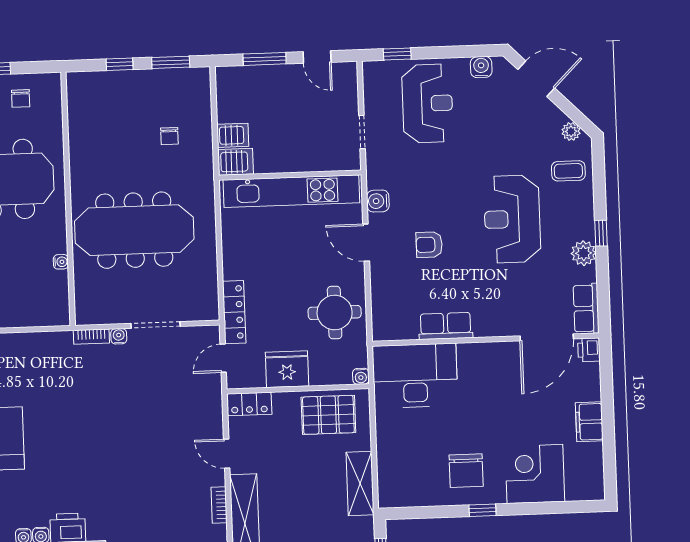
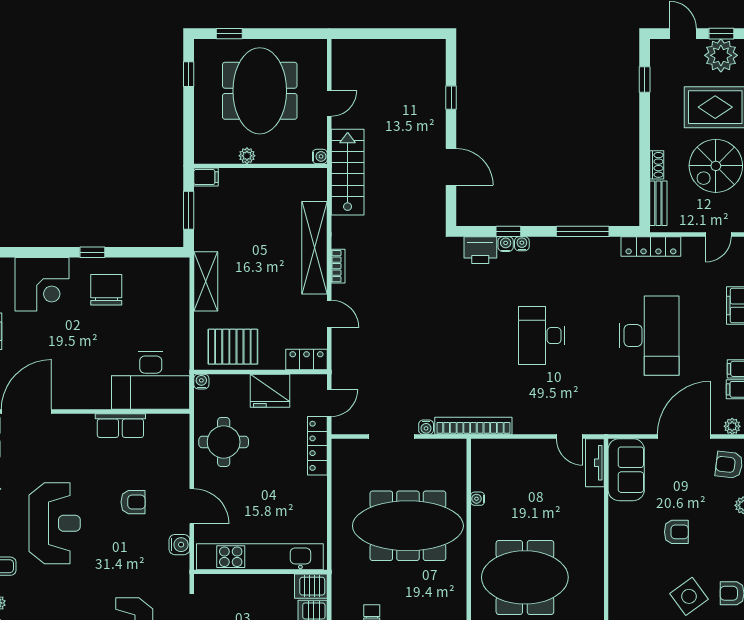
bookcase: (91, 337) -> (473, 426), width x2.31, depth x1.31

